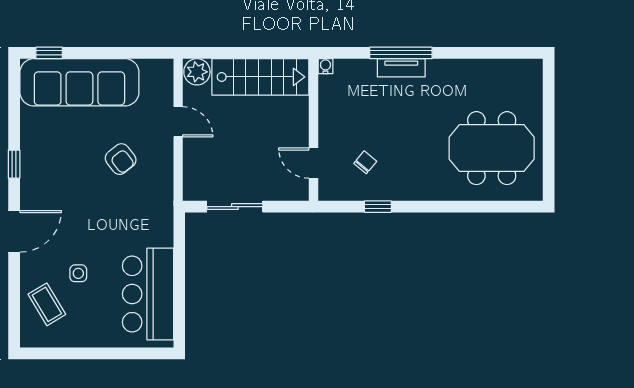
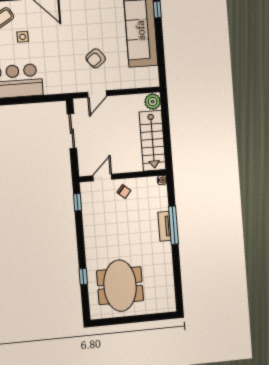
door: (178, 122) -> (97, 94), moved
chair: (365, 162) -> (124, 192), moved
window: (378, 207) -> (77, 202), moved
window: (471, 207) -> (83, 277), added

